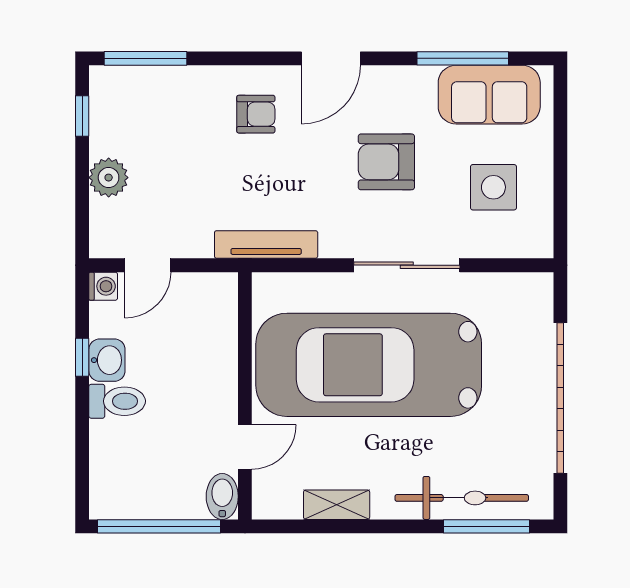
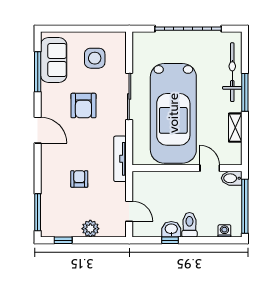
armchair: (256, 114) -> (79, 179), moved
washing machine: (103, 286) -> (224, 231), moved
window: (486, 526) -> (245, 92), moved

